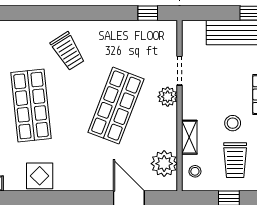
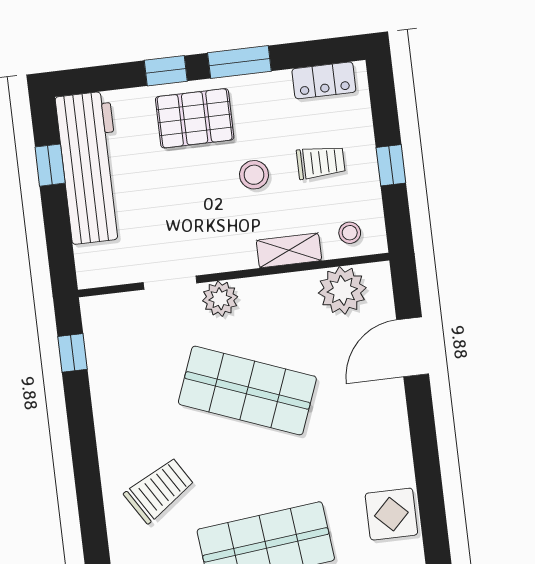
trolley: (235, 160) -> (321, 162), width x0.73, depth x0.72

